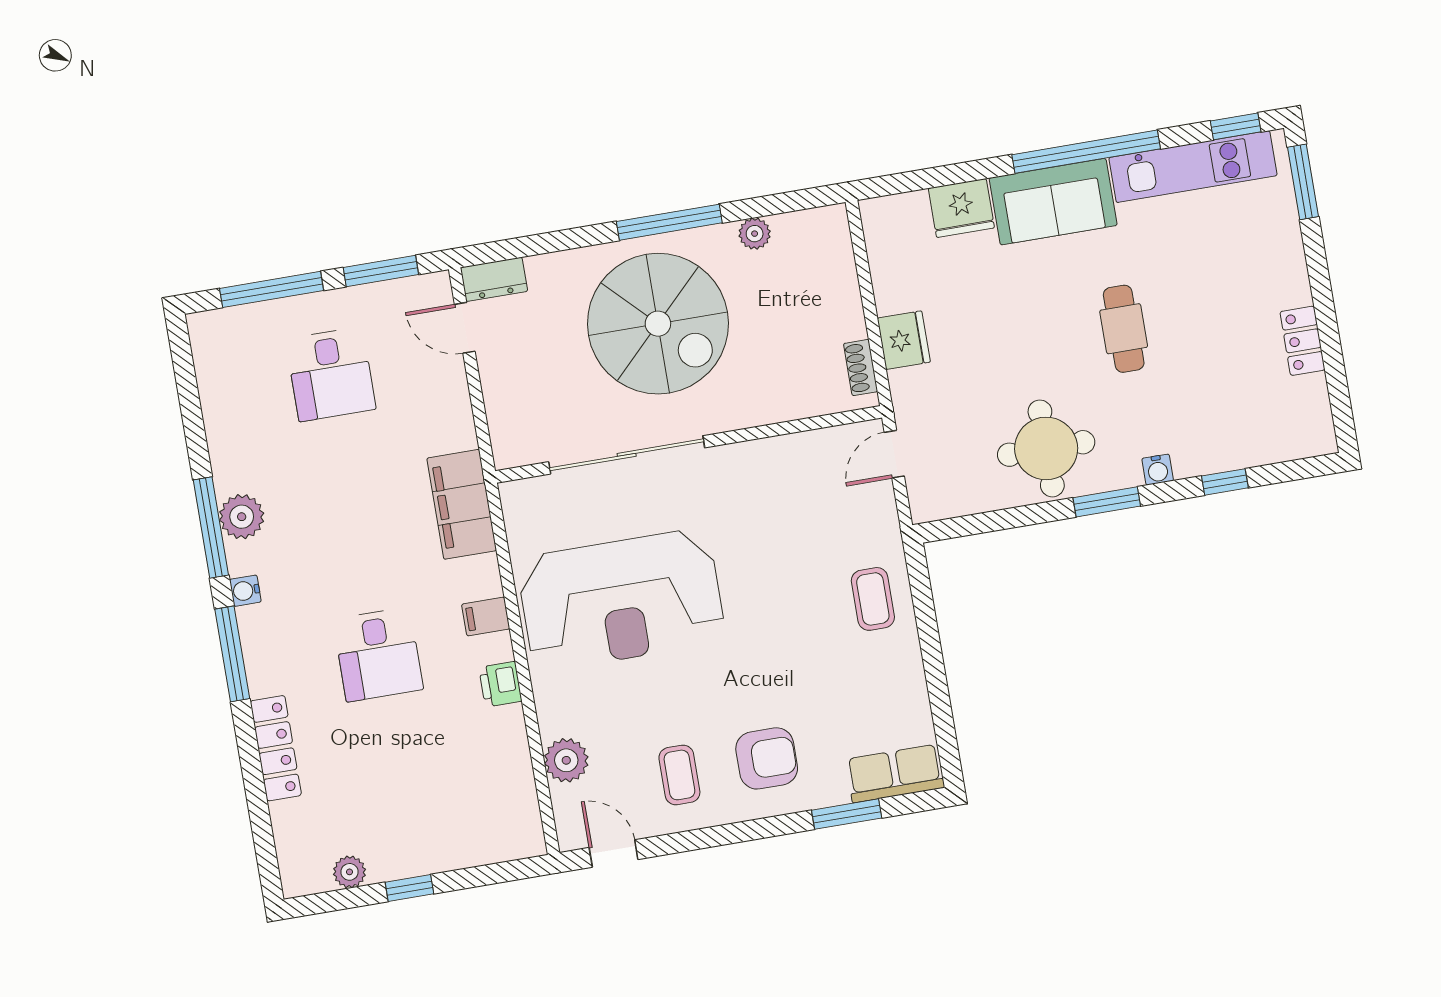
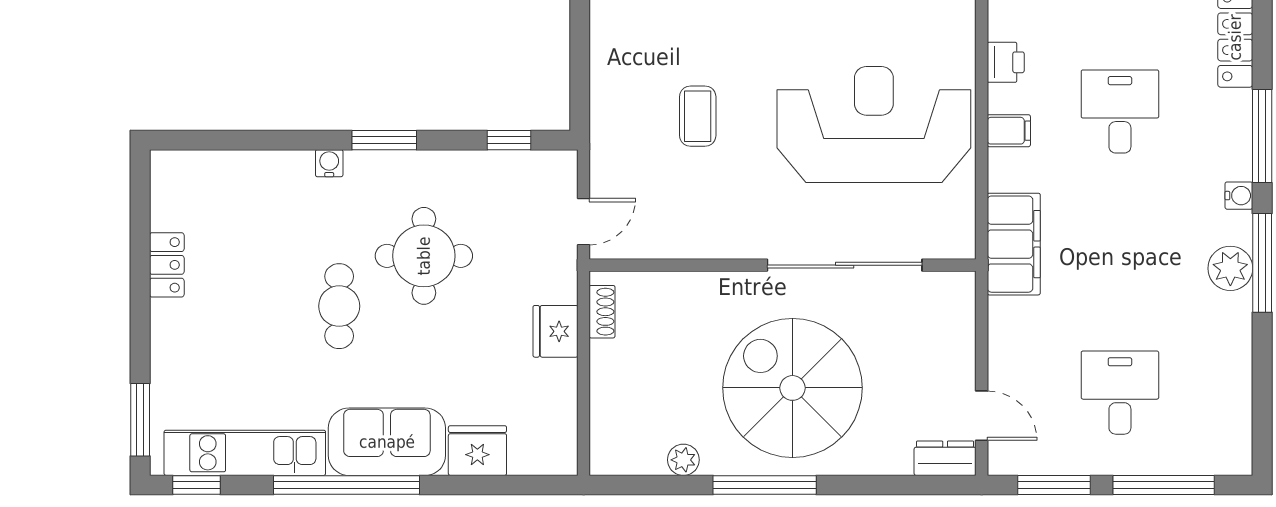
round table: (1046, 448) -> (424, 256), moved
window: (1225, 482) -> (509, 140), moved
coffee table: (873, 599) -> (698, 116), moved

